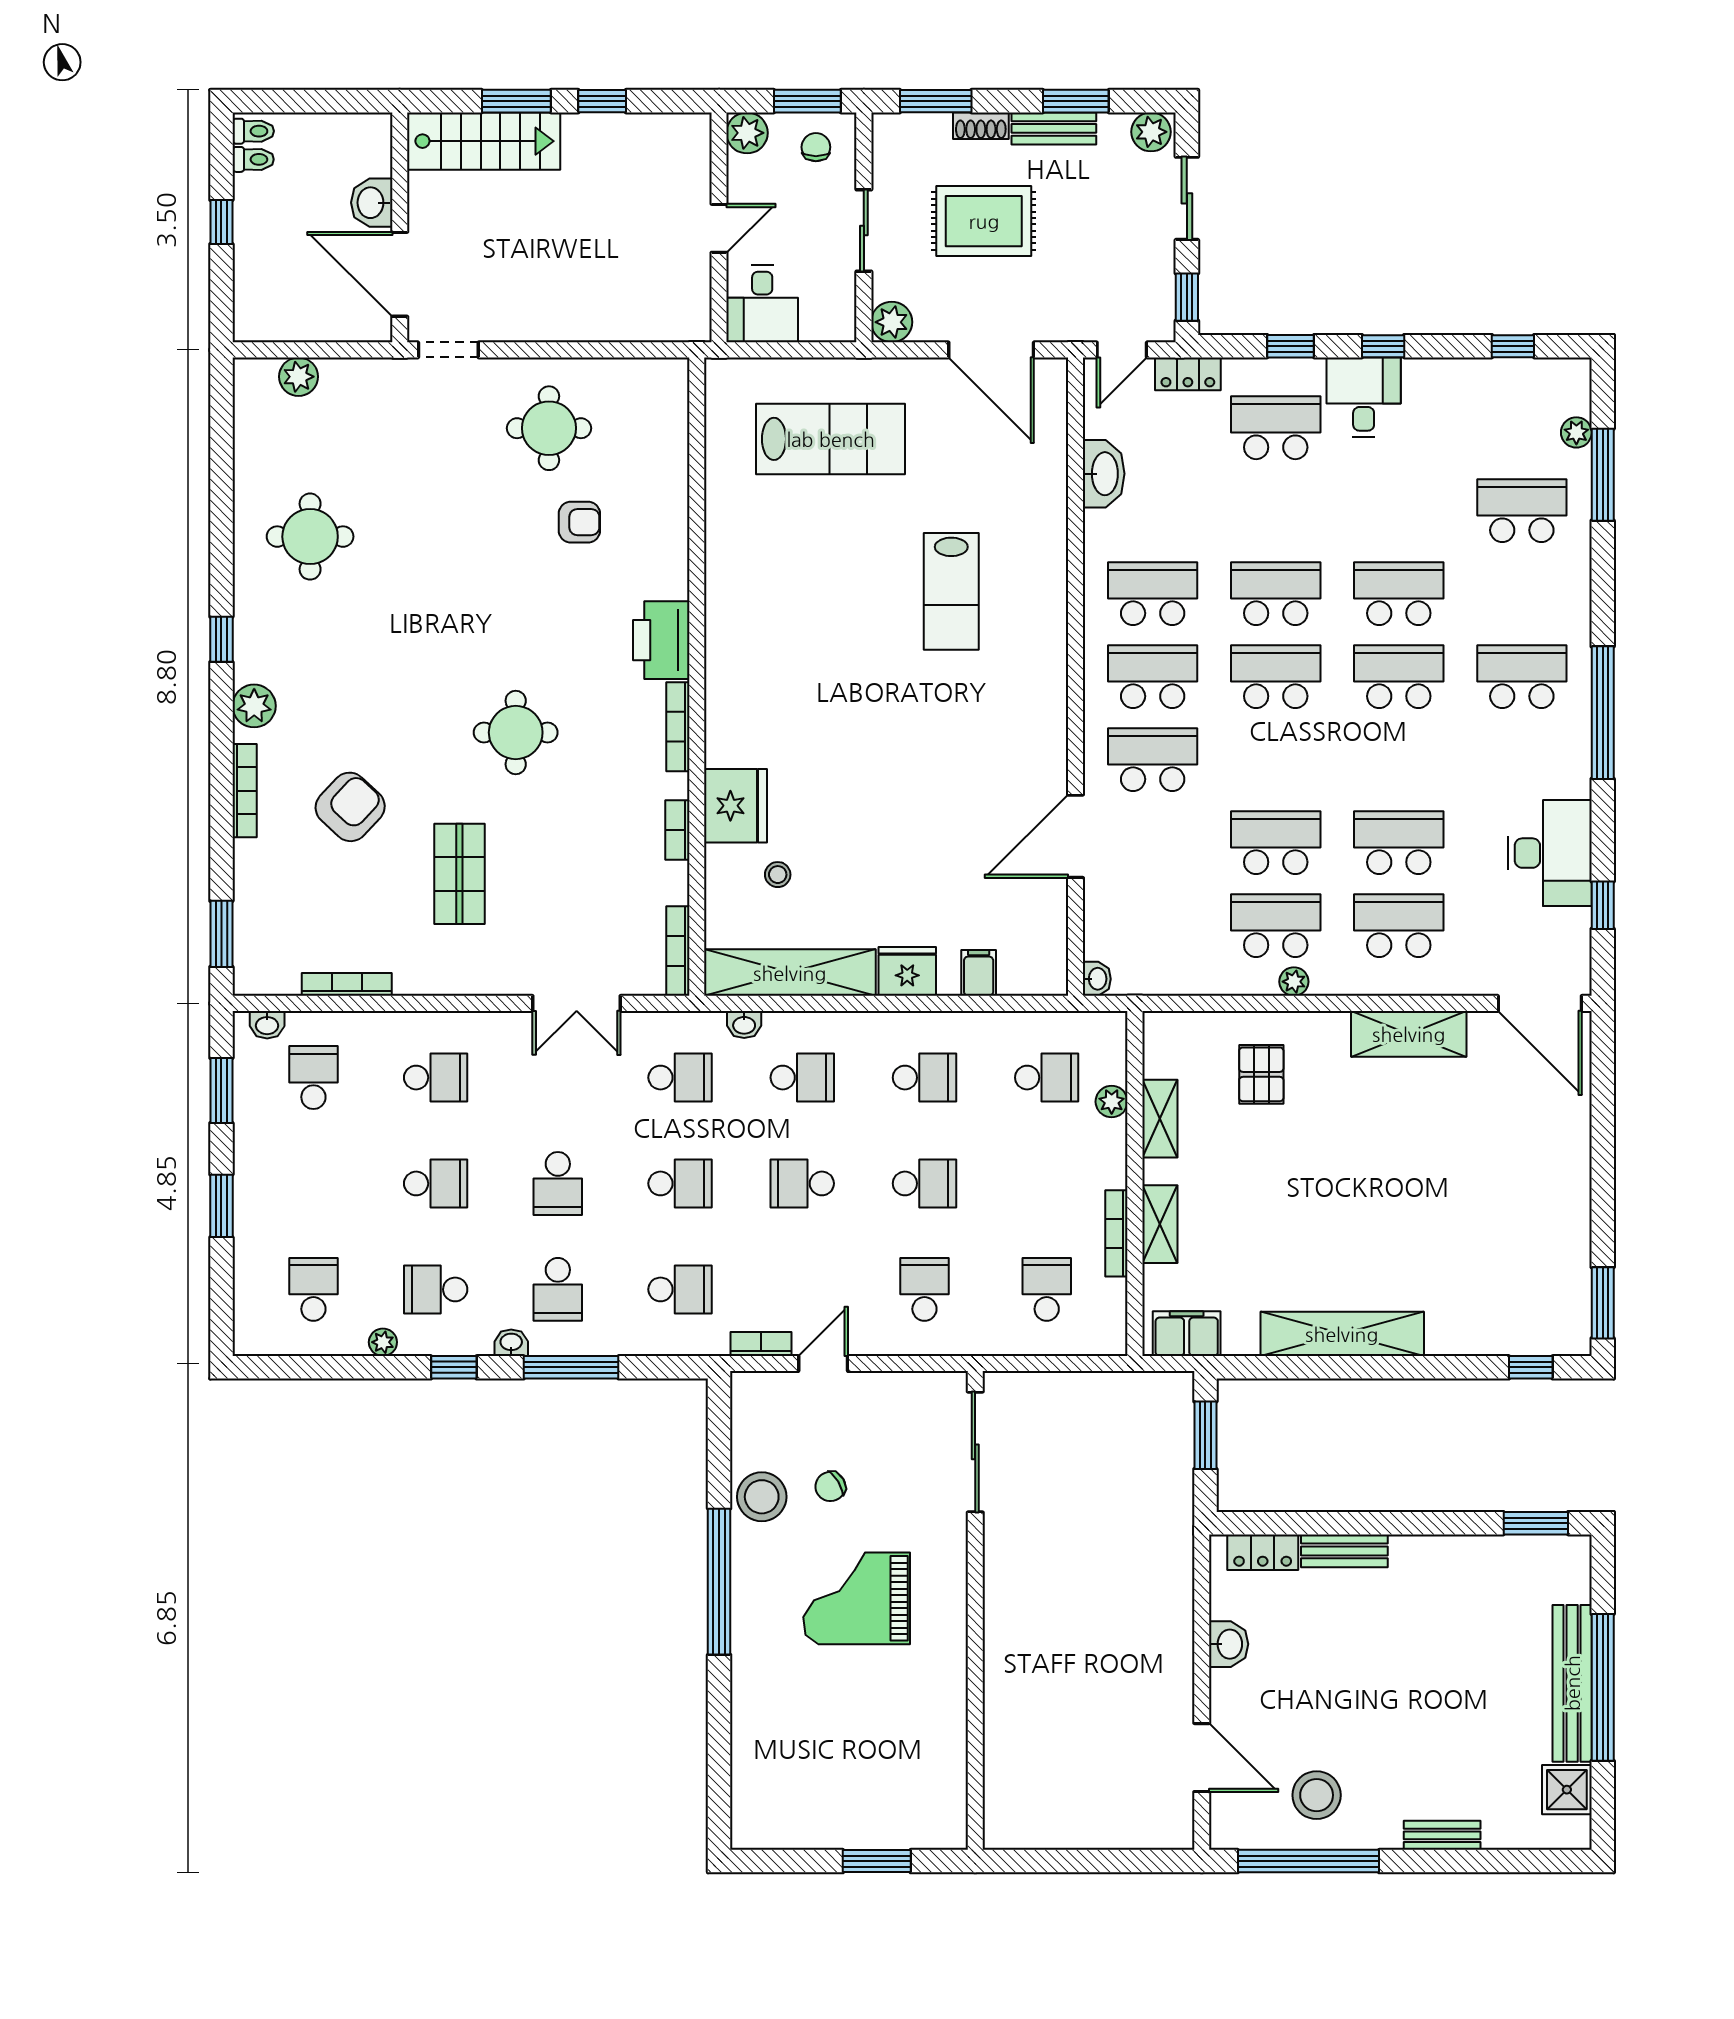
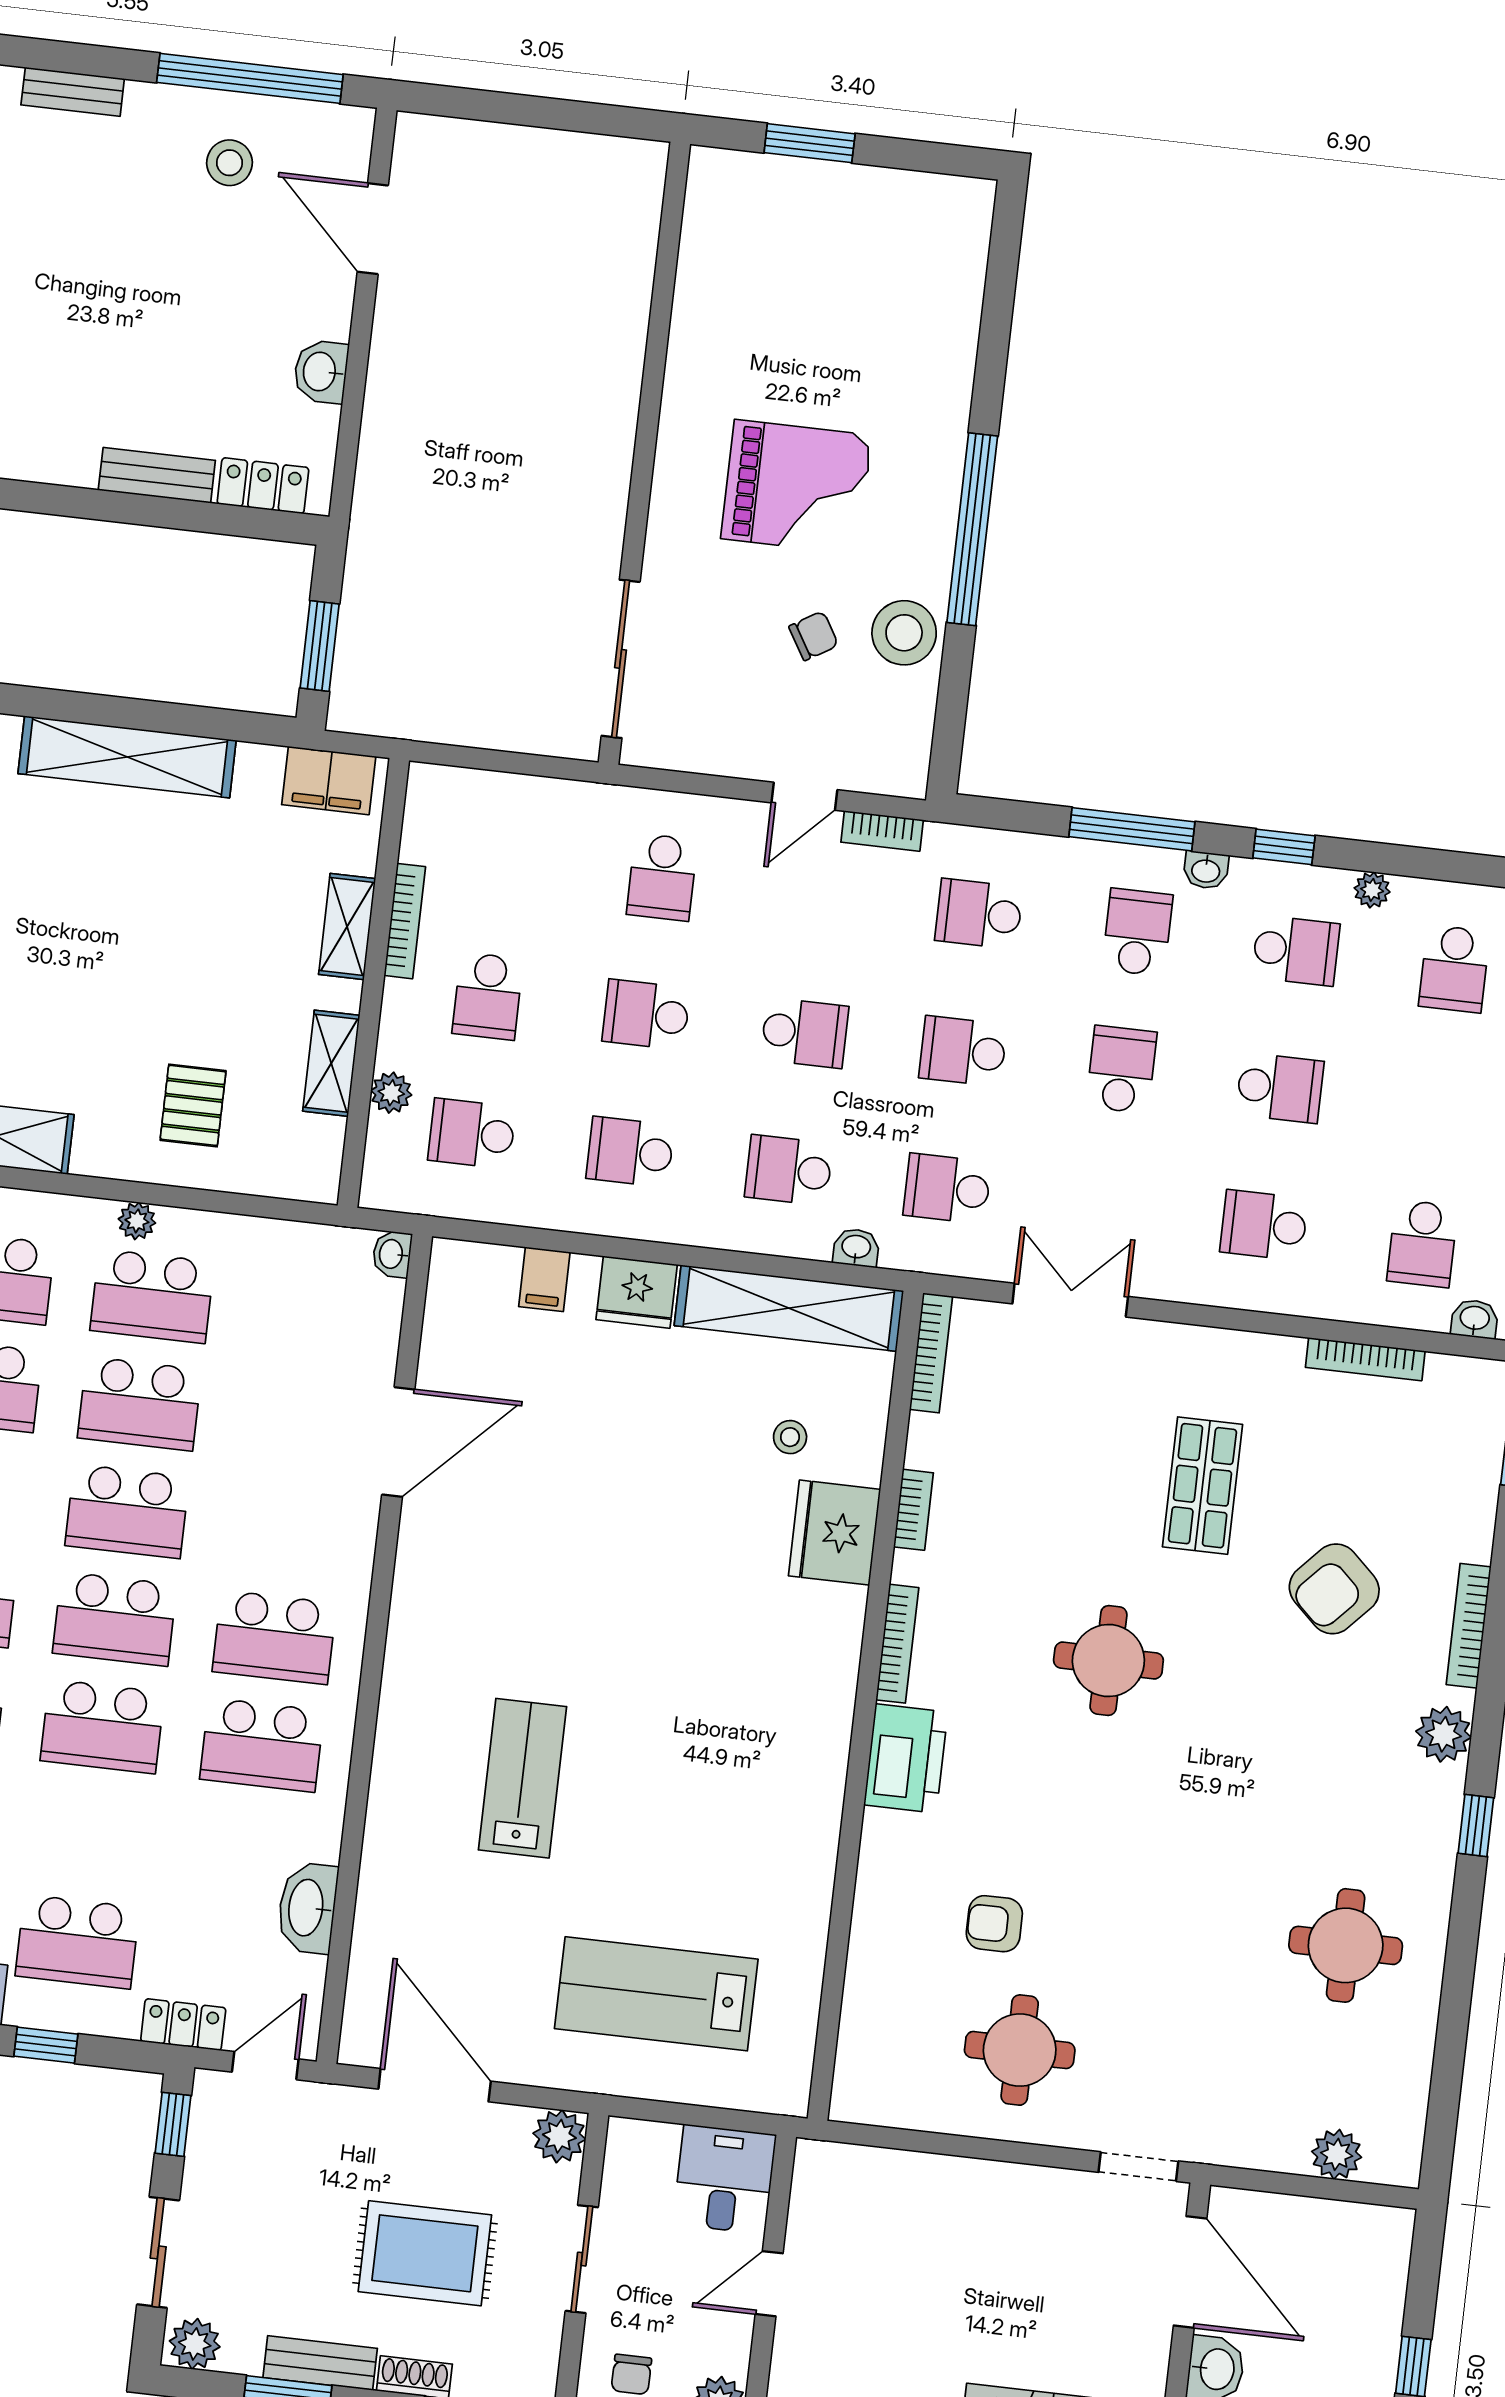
school desk: (1153, 760) -> (127, 1511), moved
school desk: (436, 1183) -> (1280, 1088), turned 180
school desk: (1047, 1289) -> (488, 996), moved
stool: (1317, 1795) -> (229, 163), width x0.73, depth x0.73

